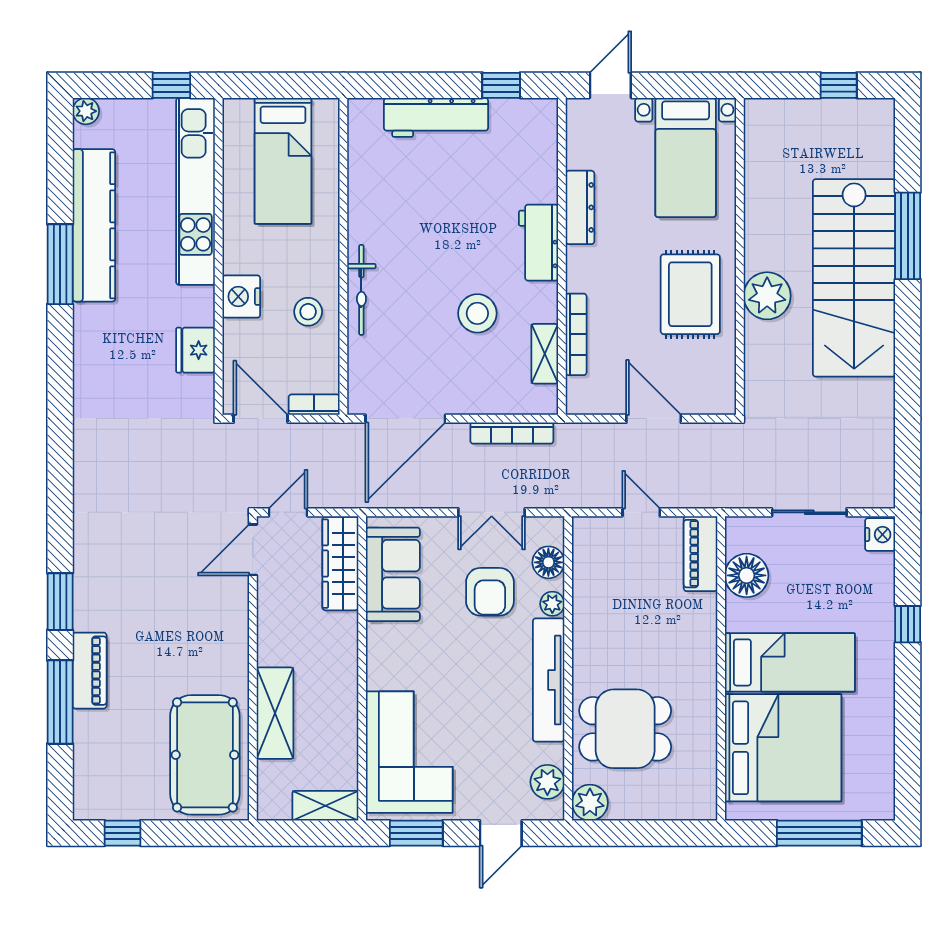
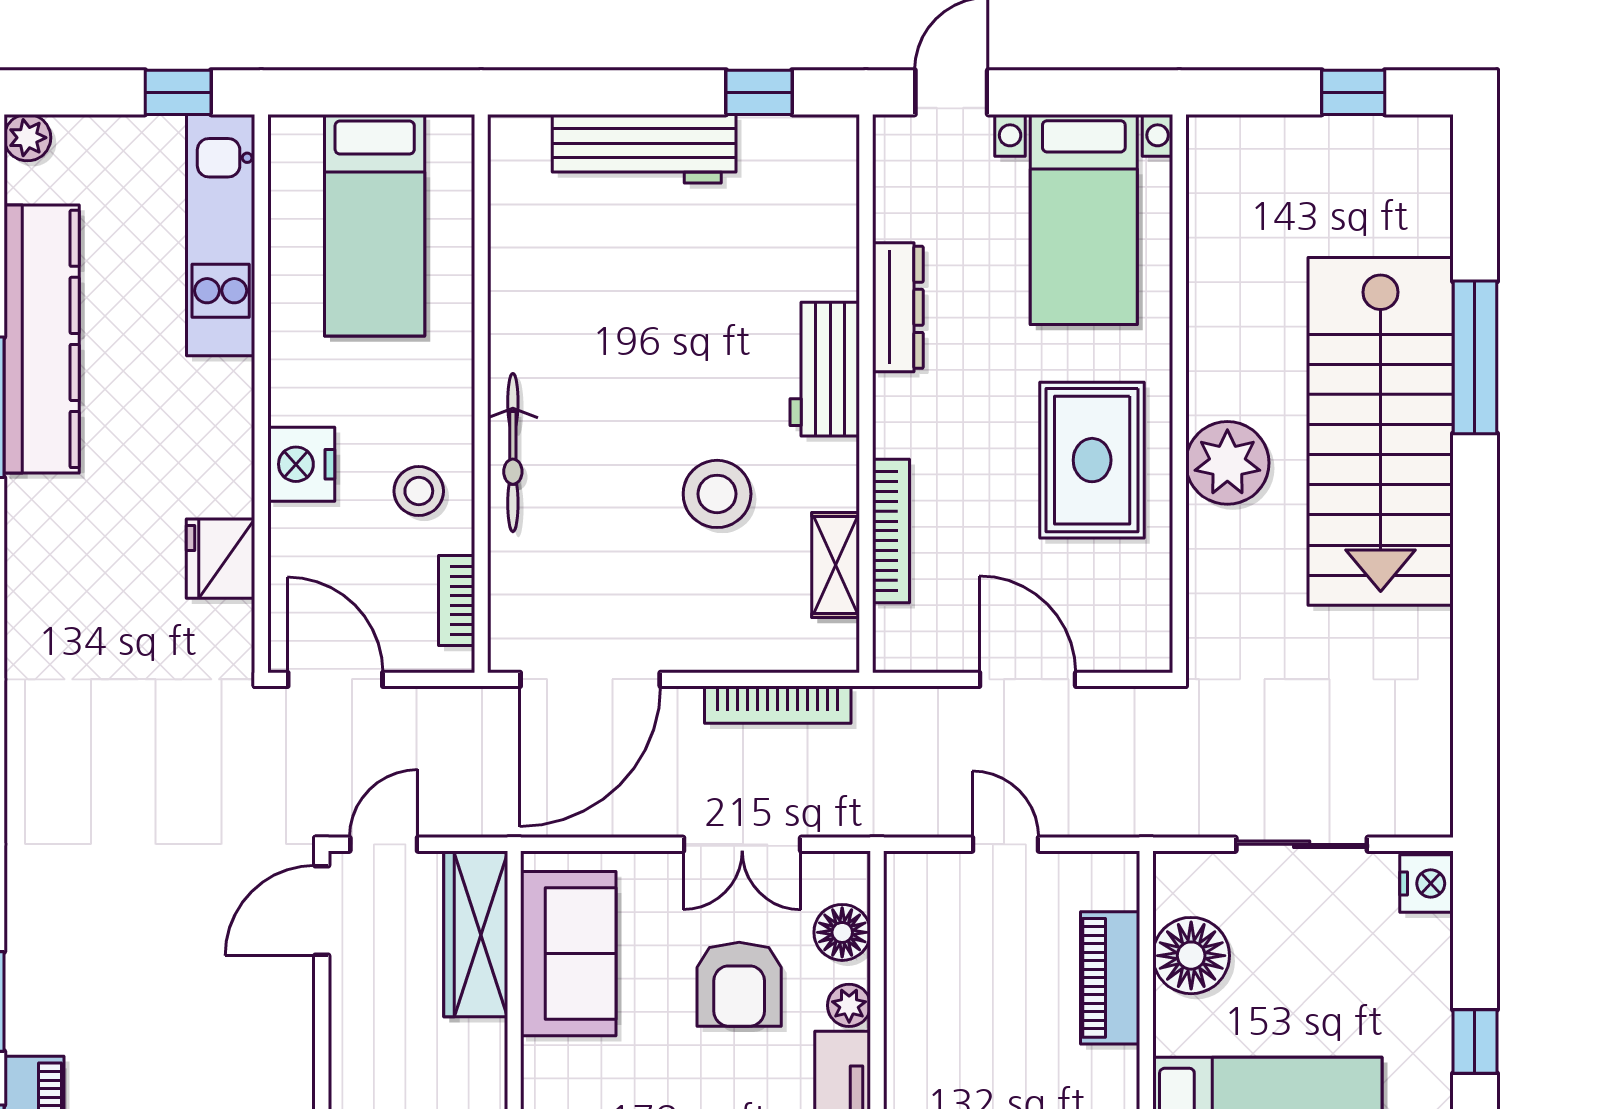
kitchen unit: (196, 191) -> (221, 235), width x0.73
bookcase: (314, 405) -> (457, 601), moved, turned -90
piano: (701, 554) -> (1110, 978), moved

